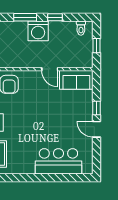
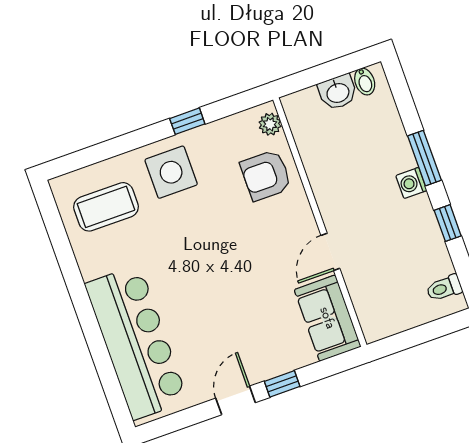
washing machine: (38, 31) -> (411, 183), width x0.53, depth x0.53
window: (96, 46) -> (418, 335), removed
bar counter: (58, 161) -> (136, 342), width x1.36

